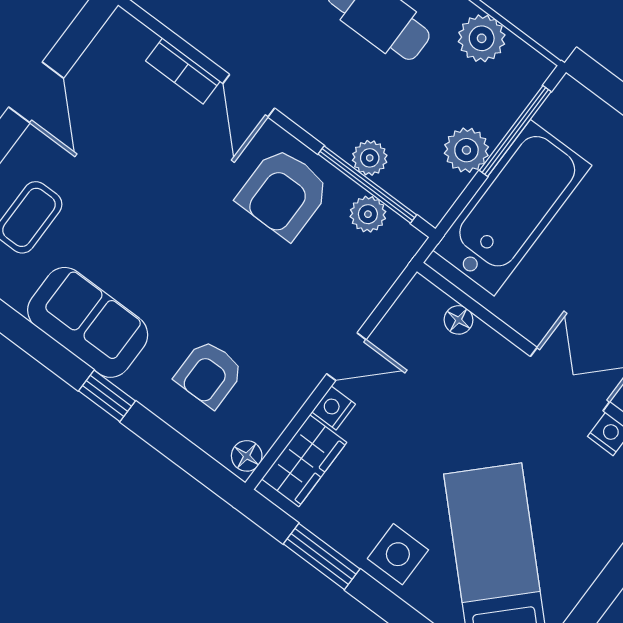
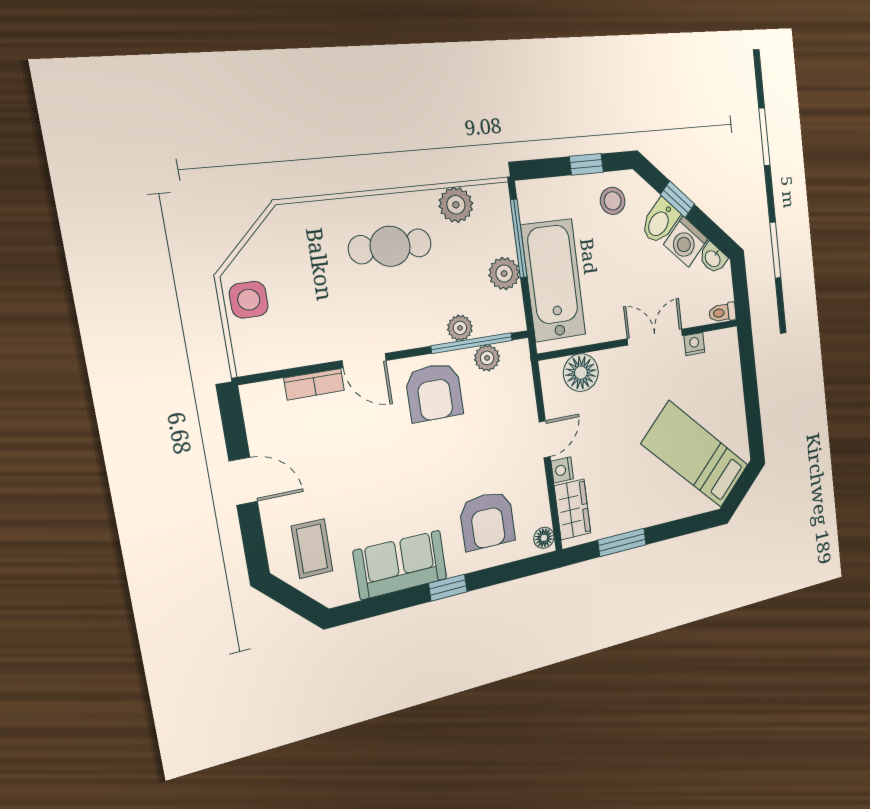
floor lamp: (459, 320) -> (581, 373), width x1.89, depth x1.89
armchair: (209, 374) -> (487, 521), width x1.38, depth x1.38
side table: (398, 554) -> (654, 502), removed

